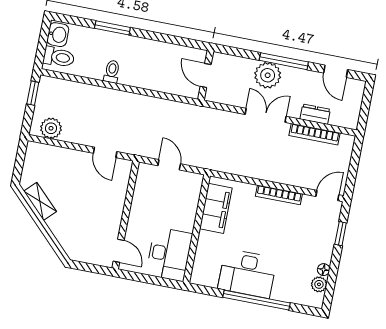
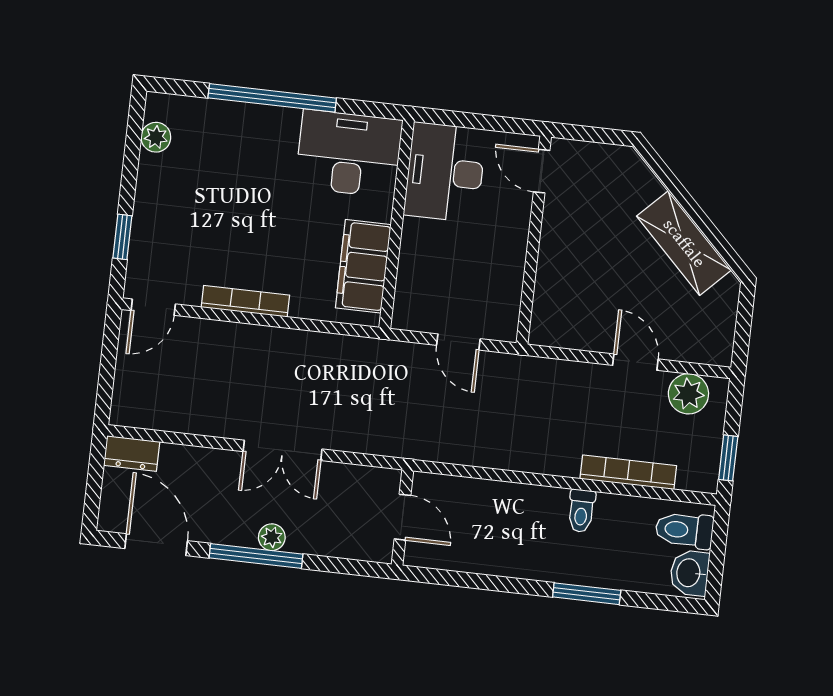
door: (336, 71) -> (156, 545), width x1.38
plant: (268, 75) -> (272, 537), width x0.53, depth x0.53
dresser: (315, 114) -> (132, 454), moved
bookcase: (315, 134) -> (628, 472), moved
door: (105, 152) -> (635, 362), moved
shelving: (40, 201) -> (684, 243), width x1.50, depth x1.33
floor lamp: (324, 270) -> (149, 166), removed
desk: (247, 273) -> (349, 154), moved

